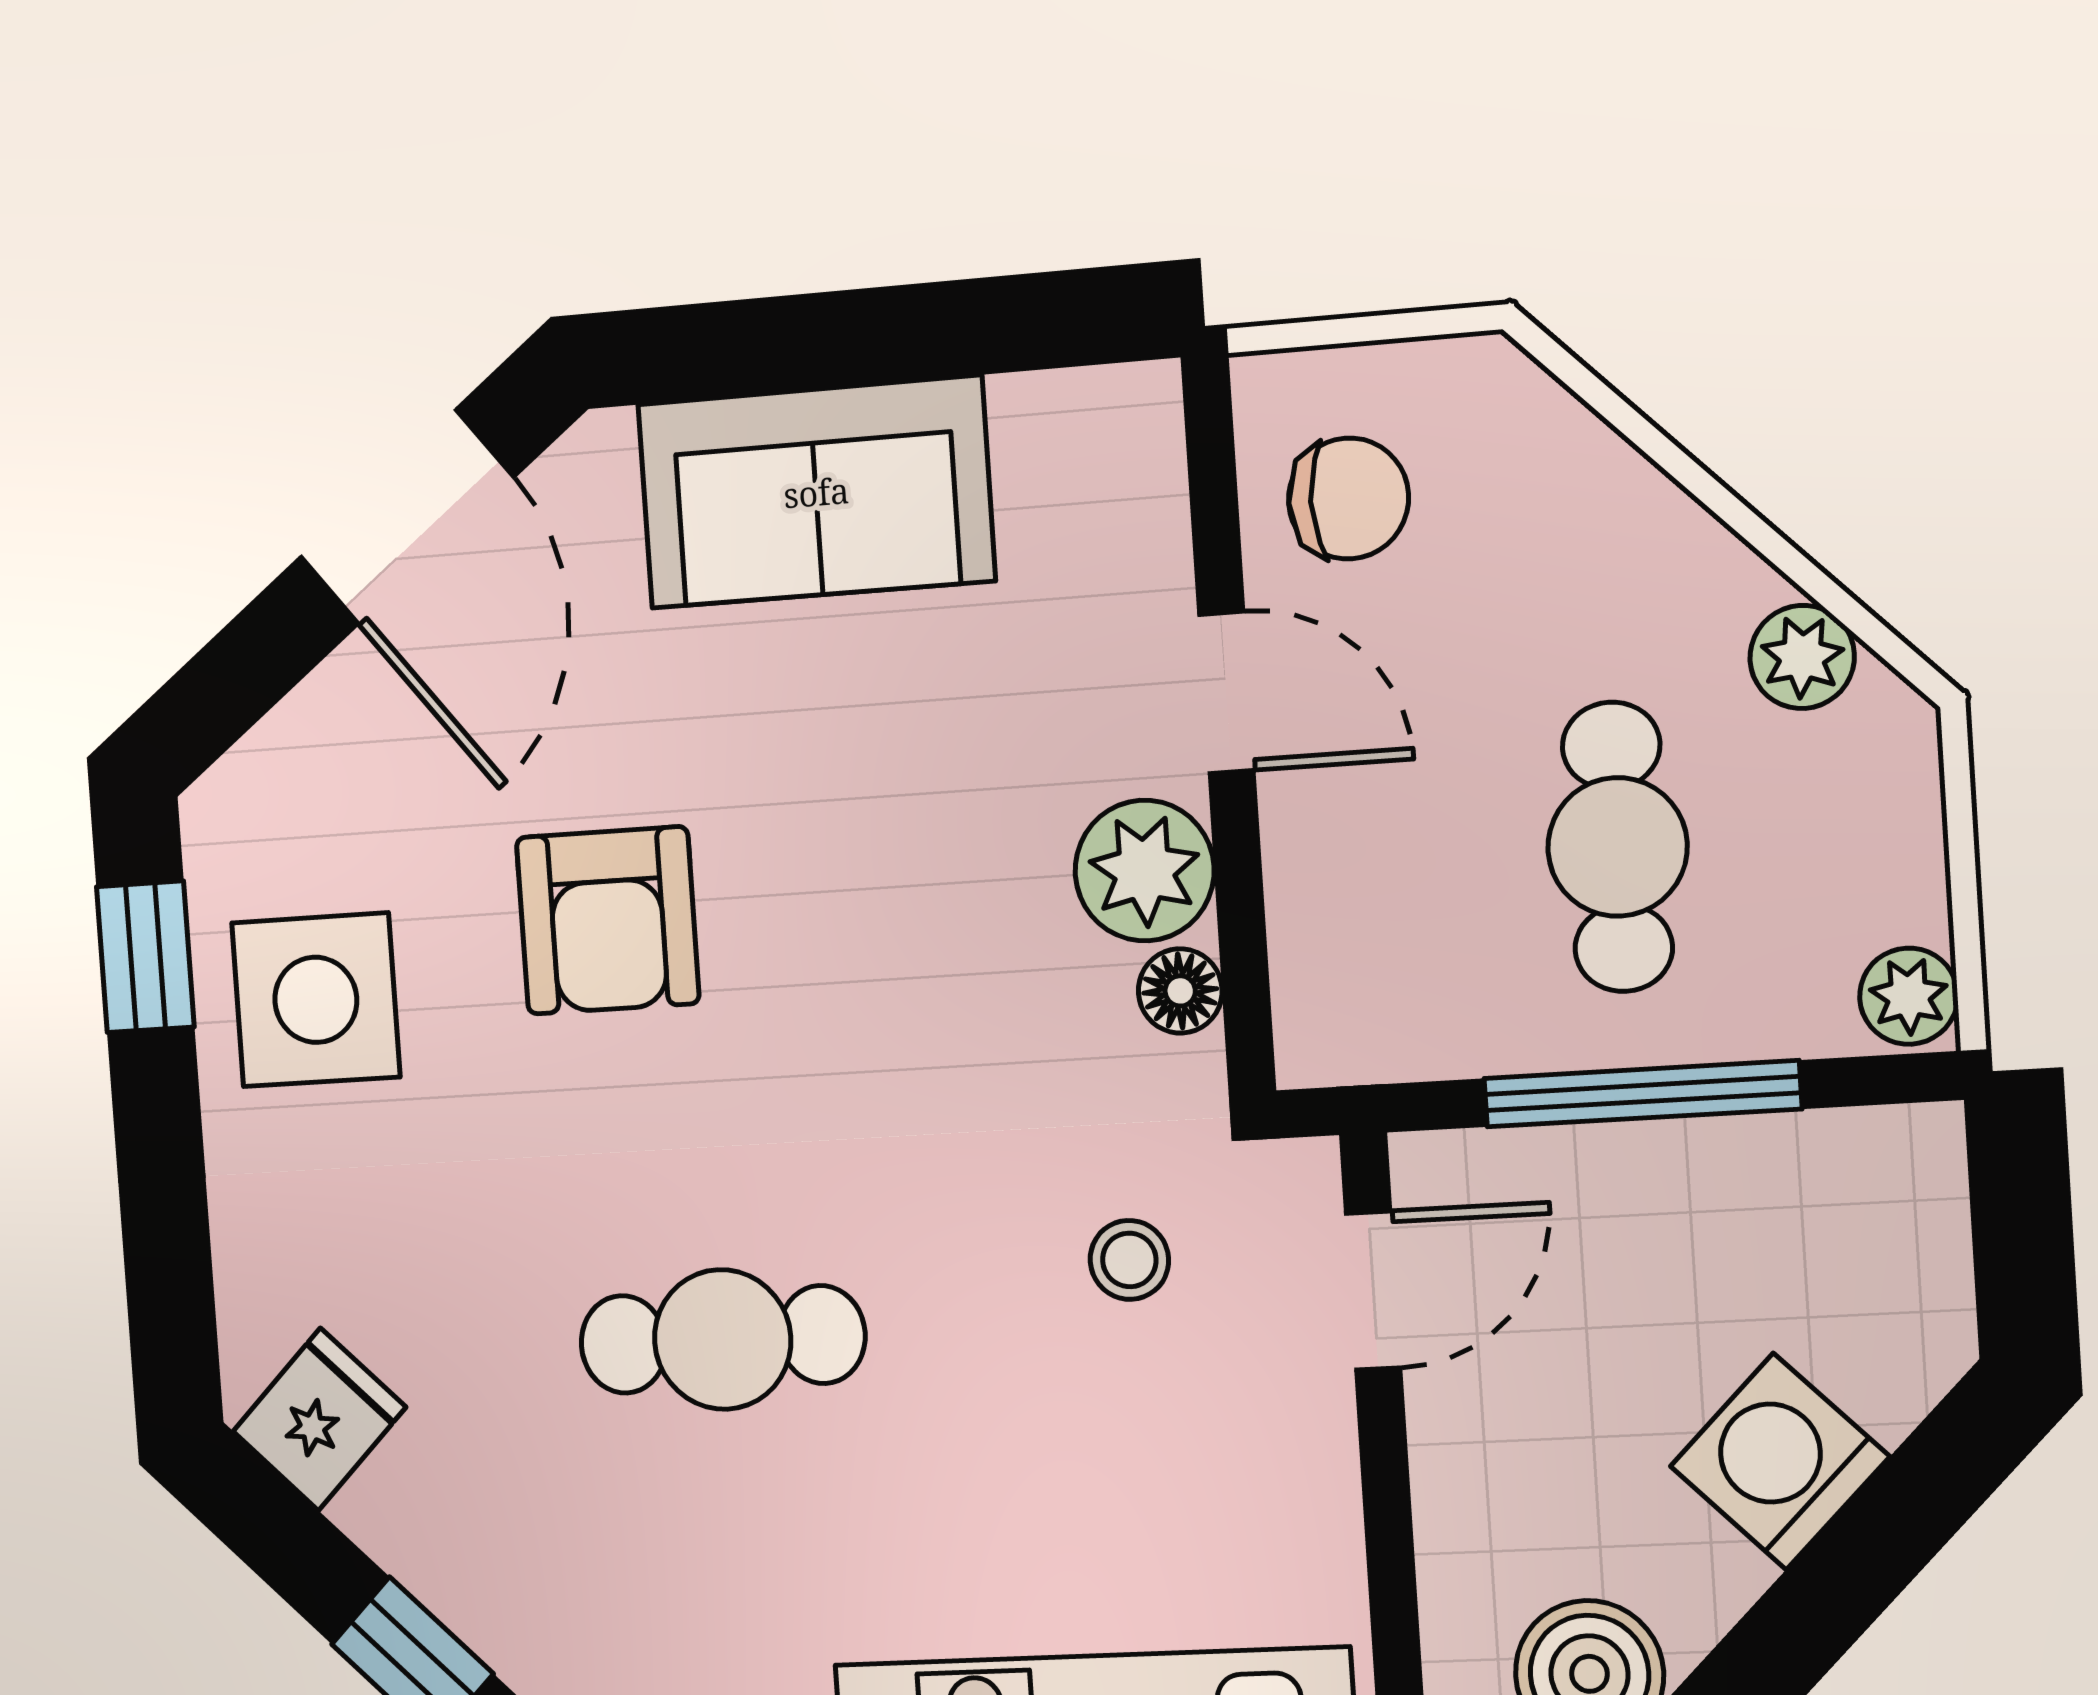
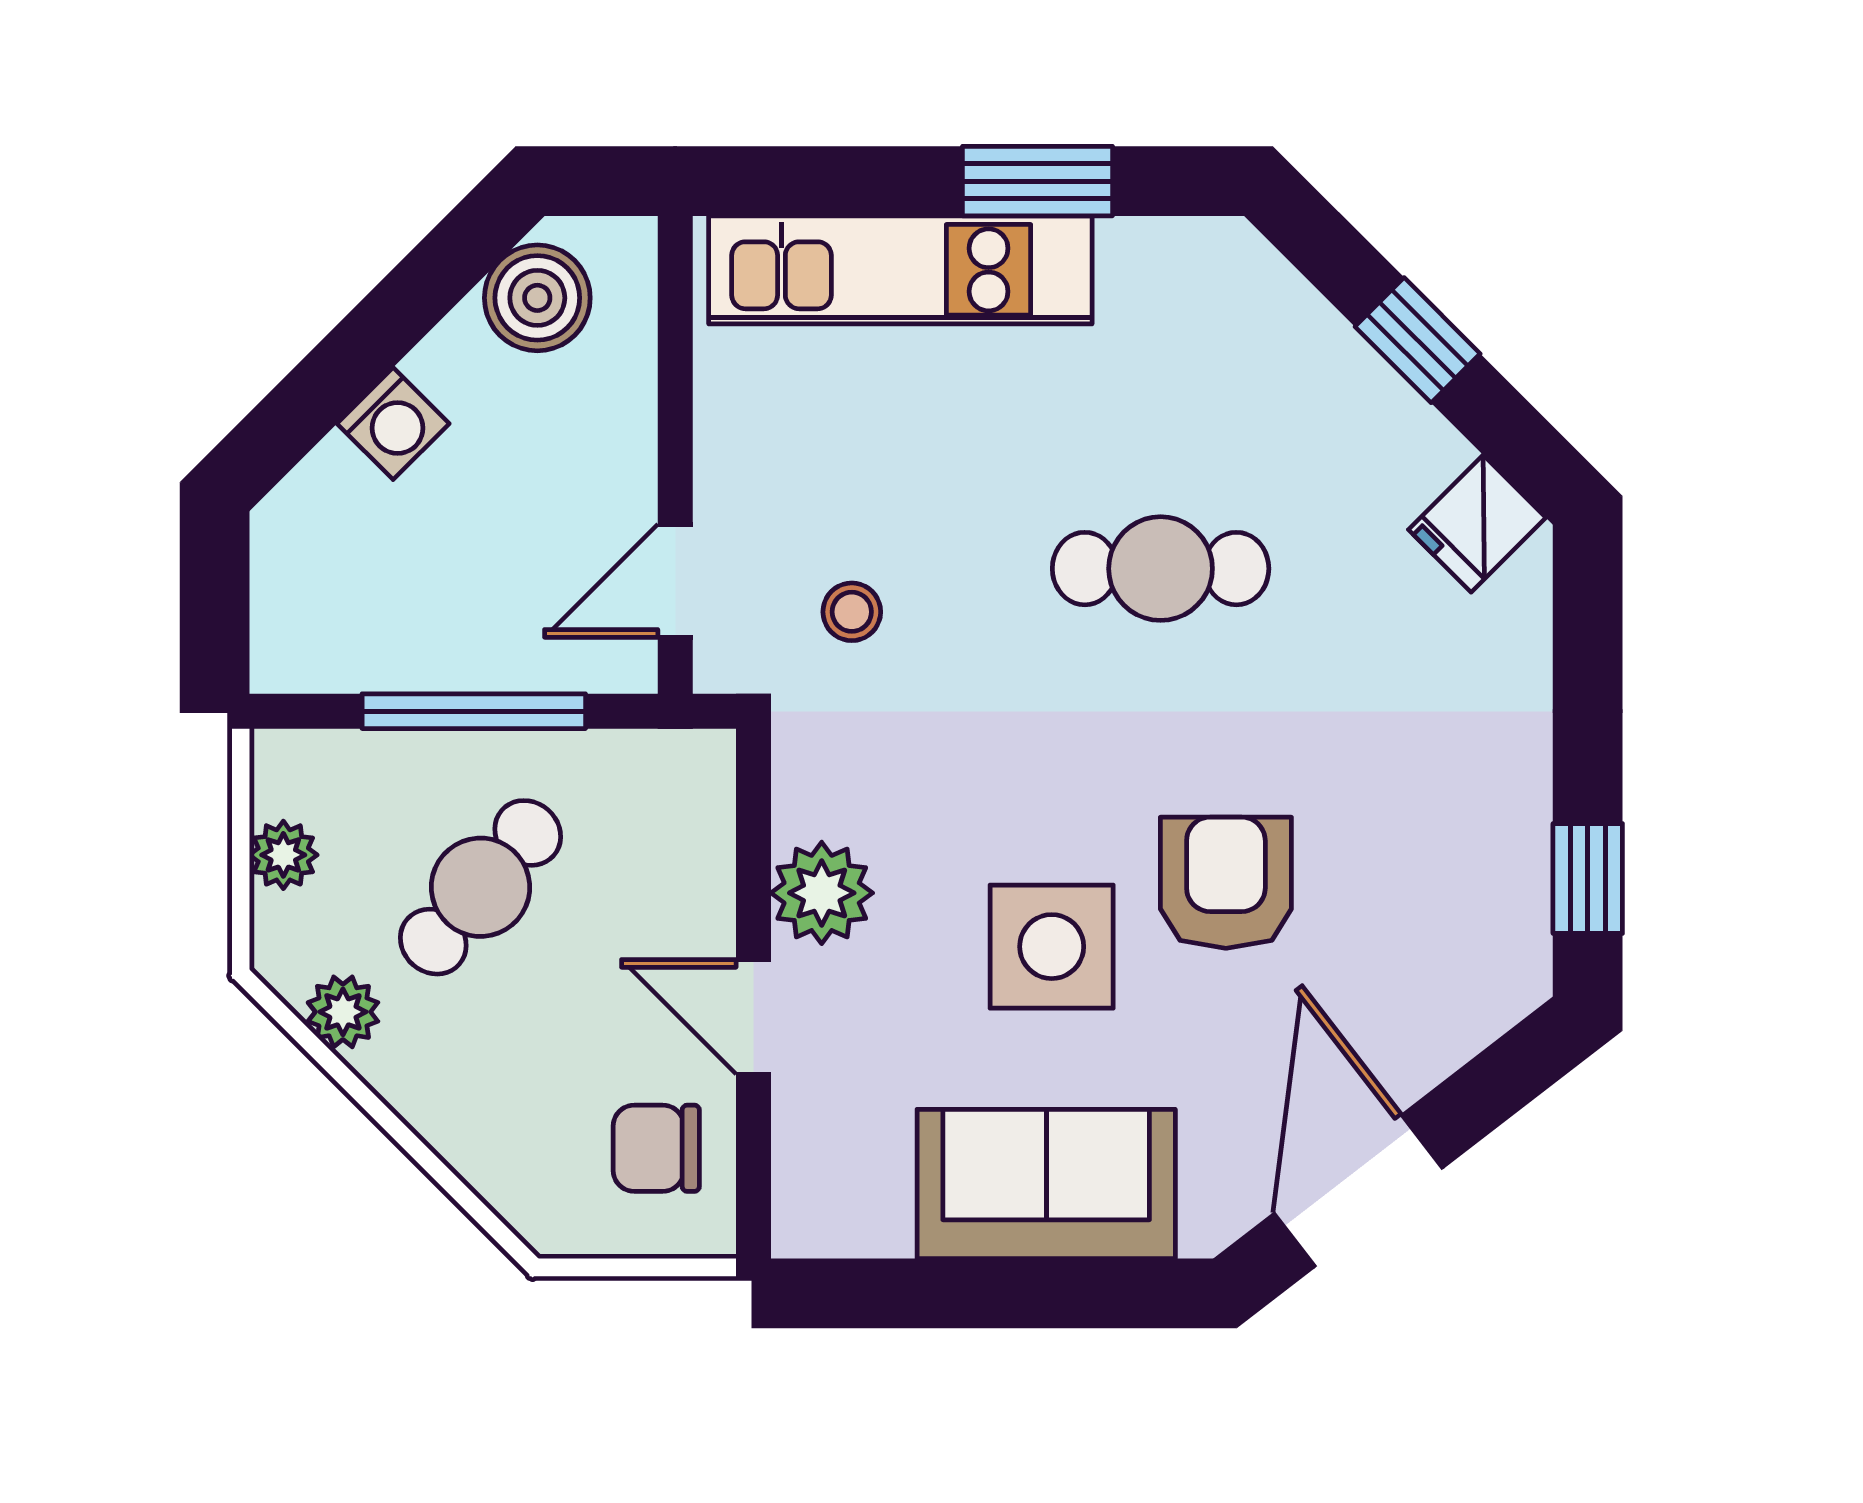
cafe table: (1617, 847) -> (480, 887), turned 41
floor lamp: (1180, 991) -> (801, 805), removed
plant: (1909, 996) -> (283, 855), moved
side table: (316, 1000) -> (1052, 947), moved
washing machine: (1780, 1461) -> (393, 424), width x0.73, depth x0.73

